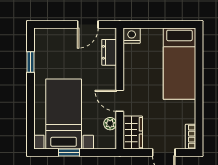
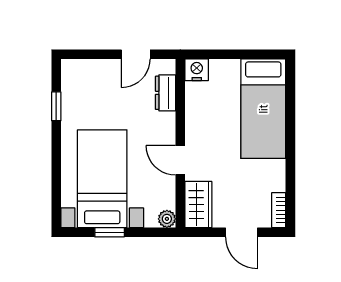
plant: (110, 124) -> (167, 219), moved

